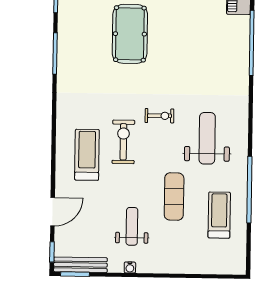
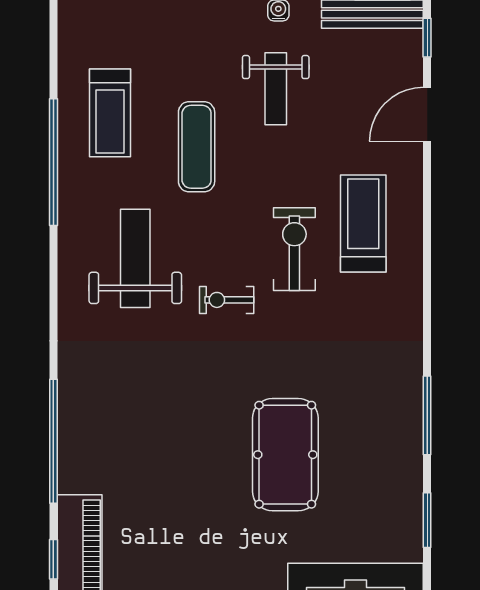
weight bench: (207, 138) -> (135, 258), turned 180
exercise bike: (123, 142) -> (294, 249), turned 180
treadmill: (87, 155) -> (363, 223), turned 180

